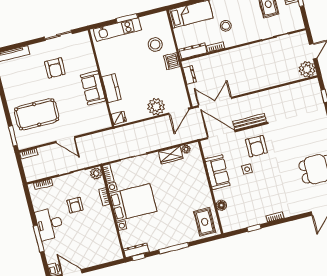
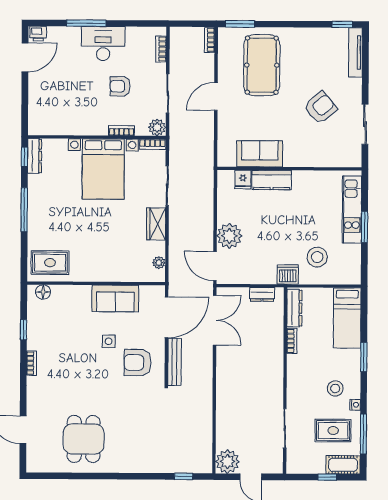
stool: (226, 26) -> (335, 388), moved
armchair: (55, 68) -> (320, 108), turned 140
sofa: (93, 88) -> (260, 154), moved
fridge: (119, 118) -> (243, 179), moved
wardrobe: (171, 155) -> (156, 224), moved
floor lamp: (221, 205) -> (43, 292), moved

